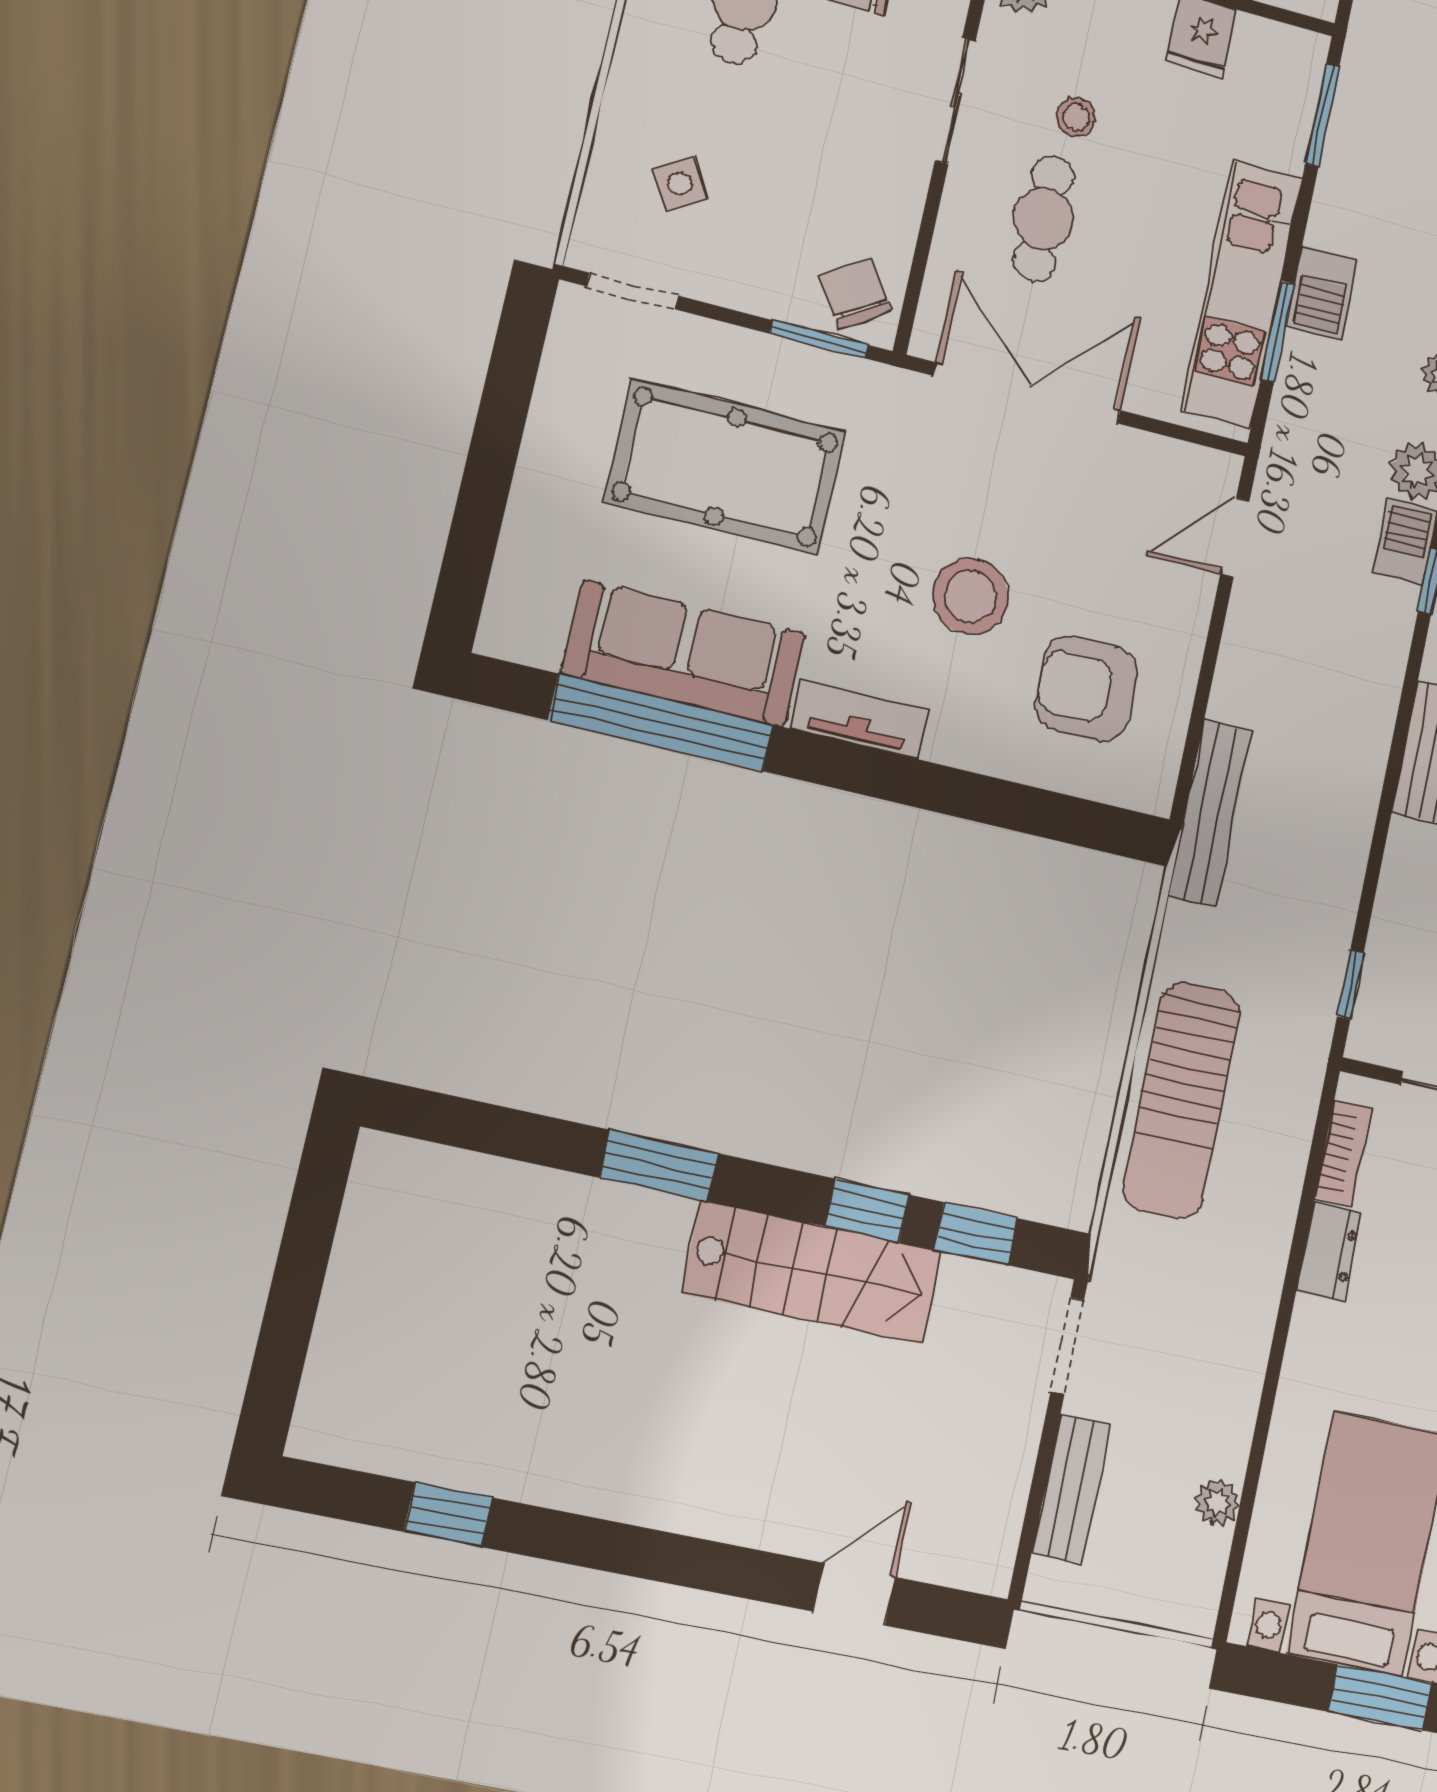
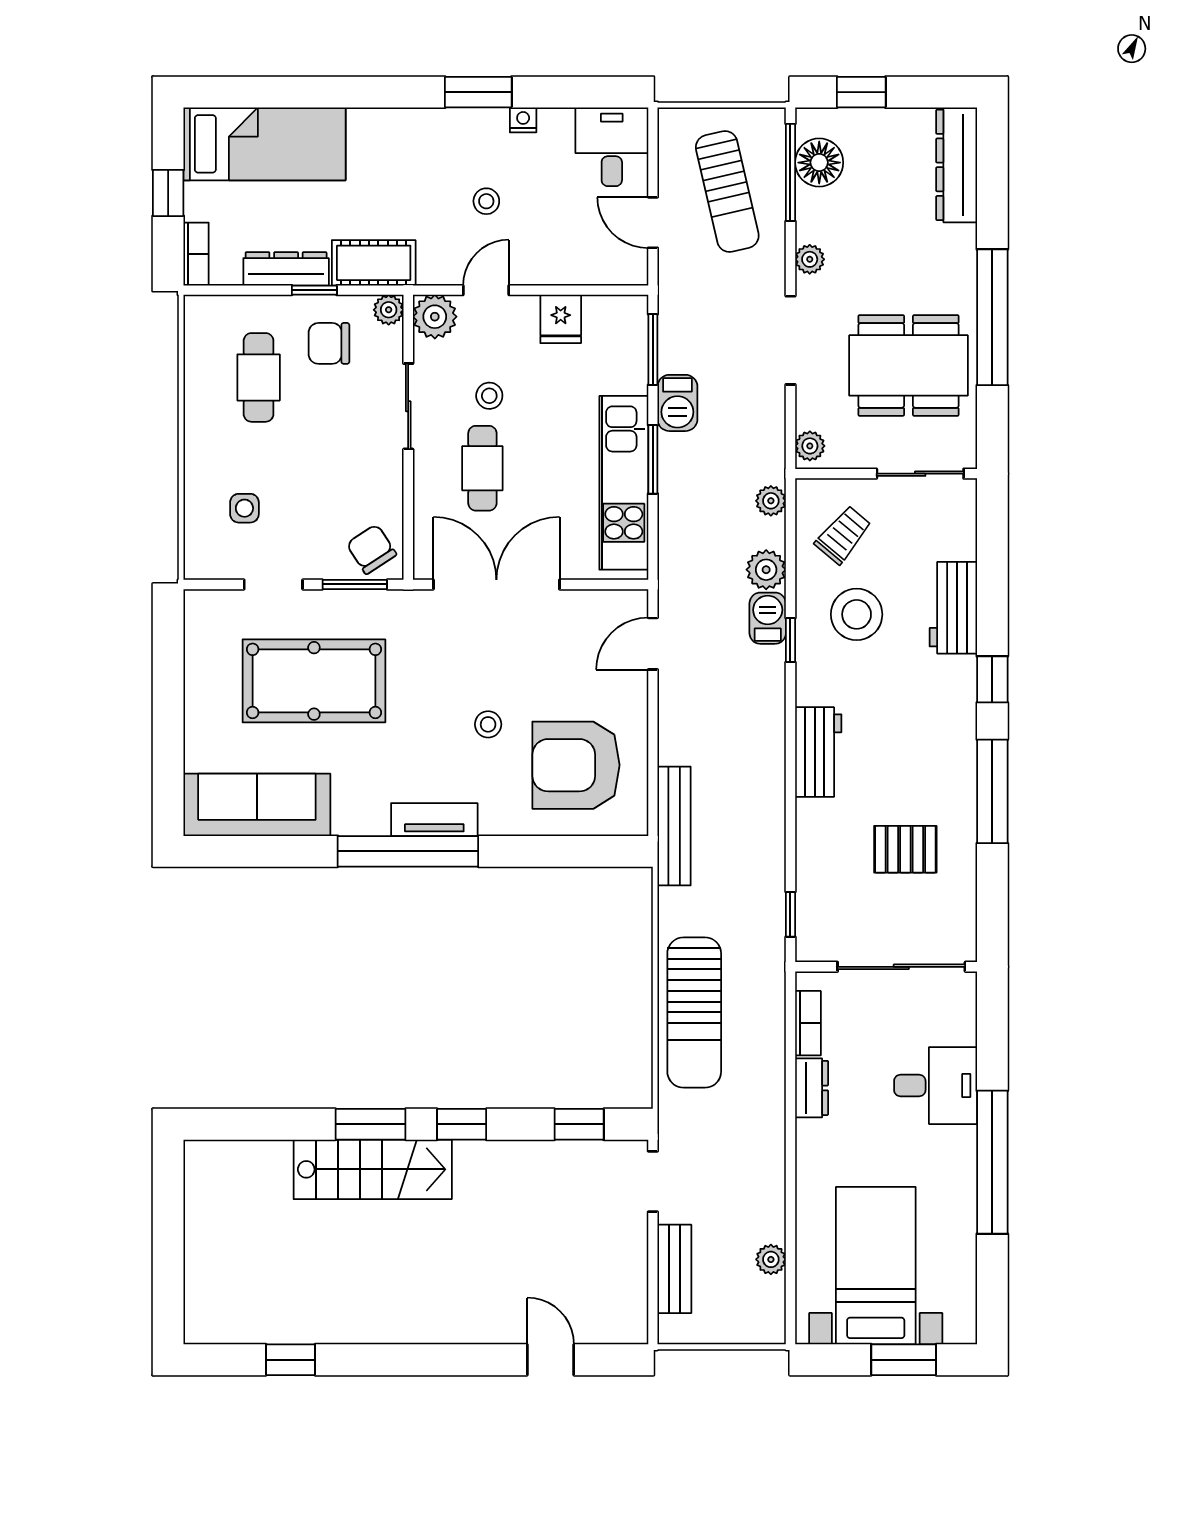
side table: (679, 184) -> (244, 508), turned 30
doorway: (632, 291) -> (273, 584), moved
barbecue: (1322, 293) -> (677, 403), moved
window: (1278, 331) -> (653, 459), moved
stool: (970, 596) -> (488, 724), width x0.53, depth x0.53
sofa: (684, 653) -> (257, 805), moved
armchair: (1086, 689) -> (576, 765), width x1.36, depth x1.36
window: (661, 723) -> (408, 851), moved
window: (867, 1210) -> (462, 1124), moved
stairs: (812, 1272) -> (373, 1169), moved
door: (854, 1594) -> (551, 1360), hinge flipped

